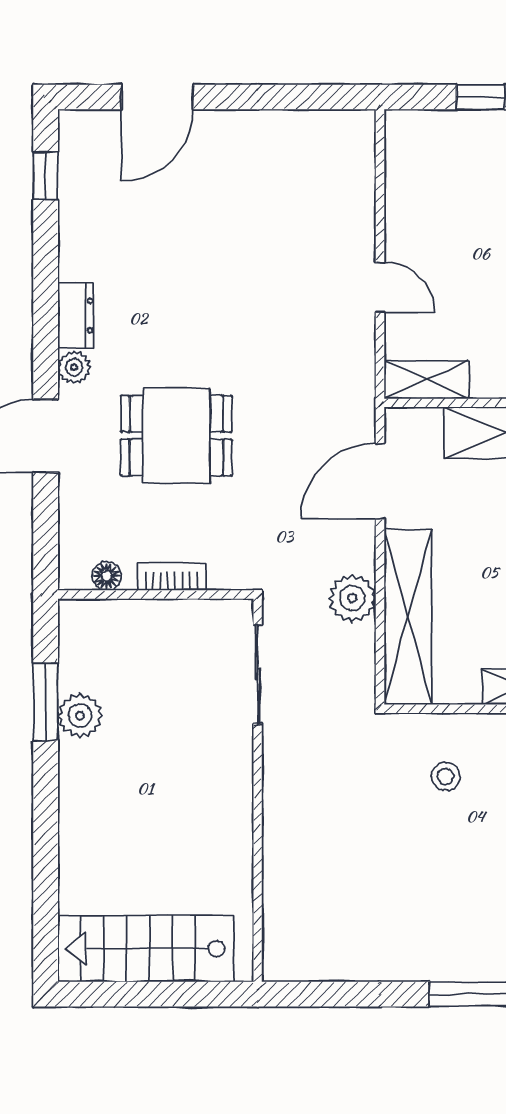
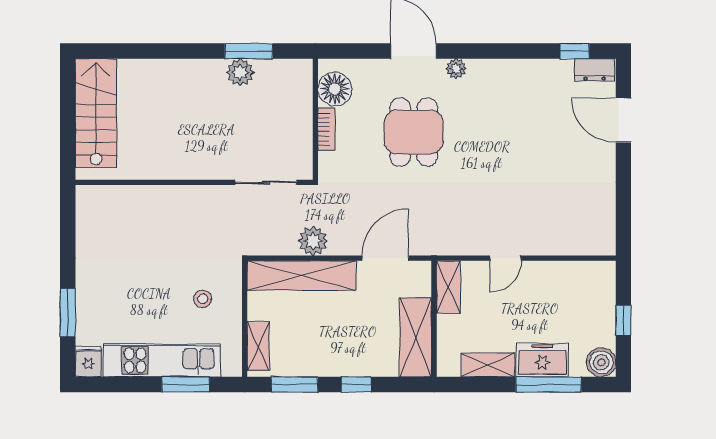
dresser: (76, 316) -> (595, 70), moved
door: (380, 481) -> (385, 258), hinge flipped
floor lamp: (107, 576) -> (335, 89), width x1.89, depth x1.89

